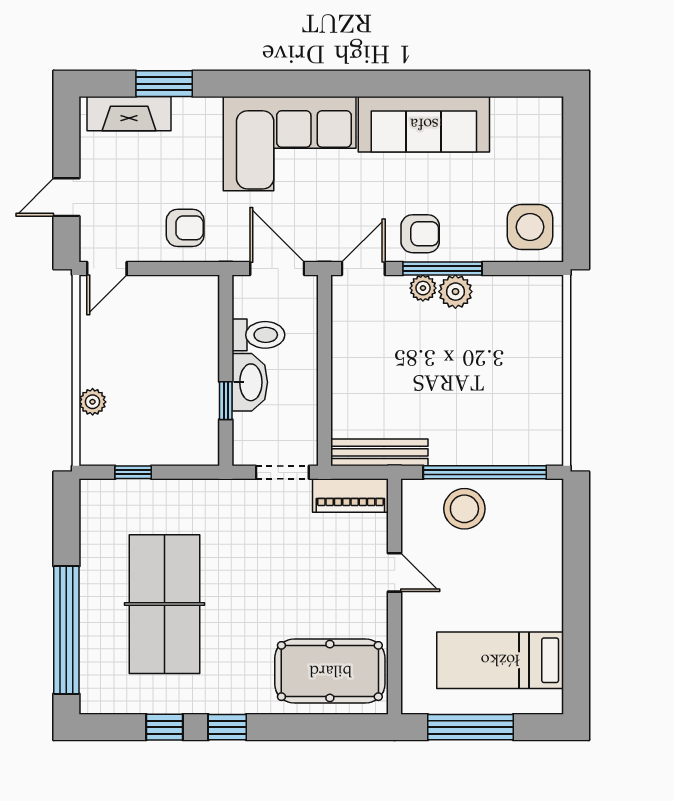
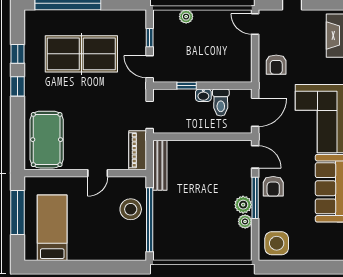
plant: (423, 288) -> (245, 221), moved
washbasin: (250, 382) -> (203, 95), width x0.52, depth x0.69
door: (189, 472) -> (150, 67), added

